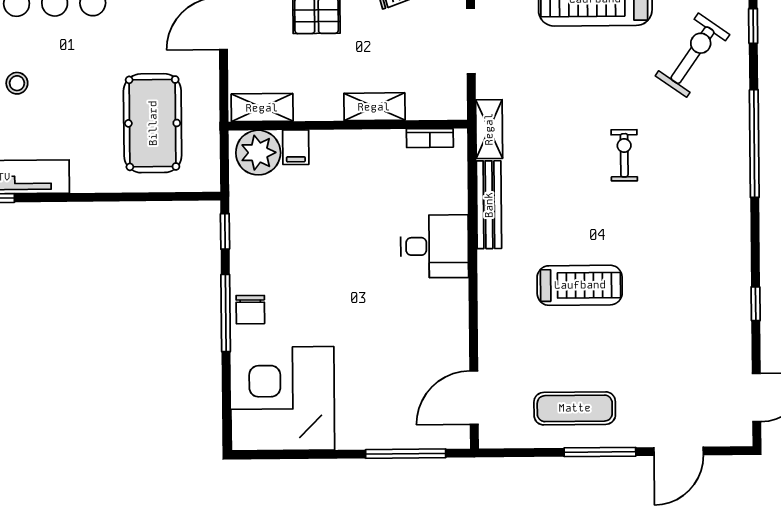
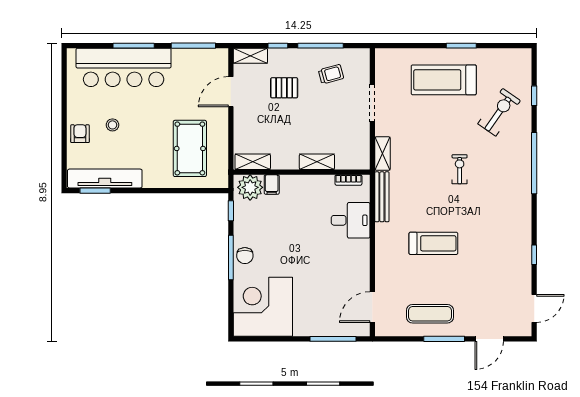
shelving: (374, 107) -> (317, 162), moved
shelving: (262, 108) -> (253, 162), moved
wall: (348, 125) -> (302, 172), moved
bookcase: (430, 138) -> (348, 180), moved
filing cabinet: (296, 147) -> (272, 185), moved
plant: (258, 153) -> (250, 187), moved

